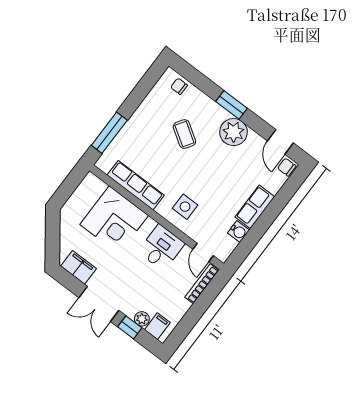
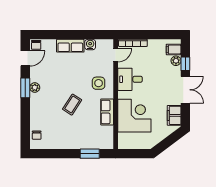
window: (232, 105) -> (25, 88), moved
plant: (233, 132) -> (35, 88), width x0.53, depth x0.53
window: (109, 133) -> (90, 154), width x0.69
coffee table: (184, 134) -> (72, 105), moved
row of seats: (136, 185) -> (107, 112), width x0.68

